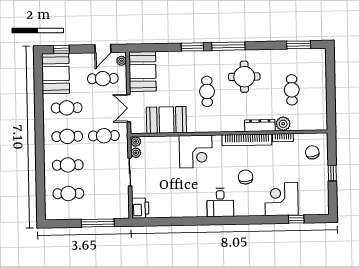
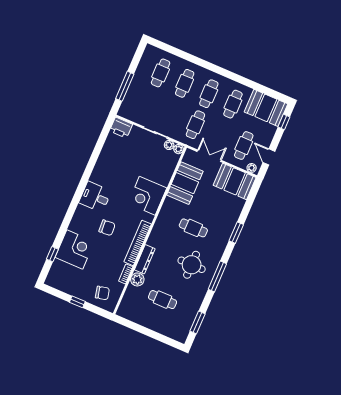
window: (228, 46) -> (217, 276), moved

